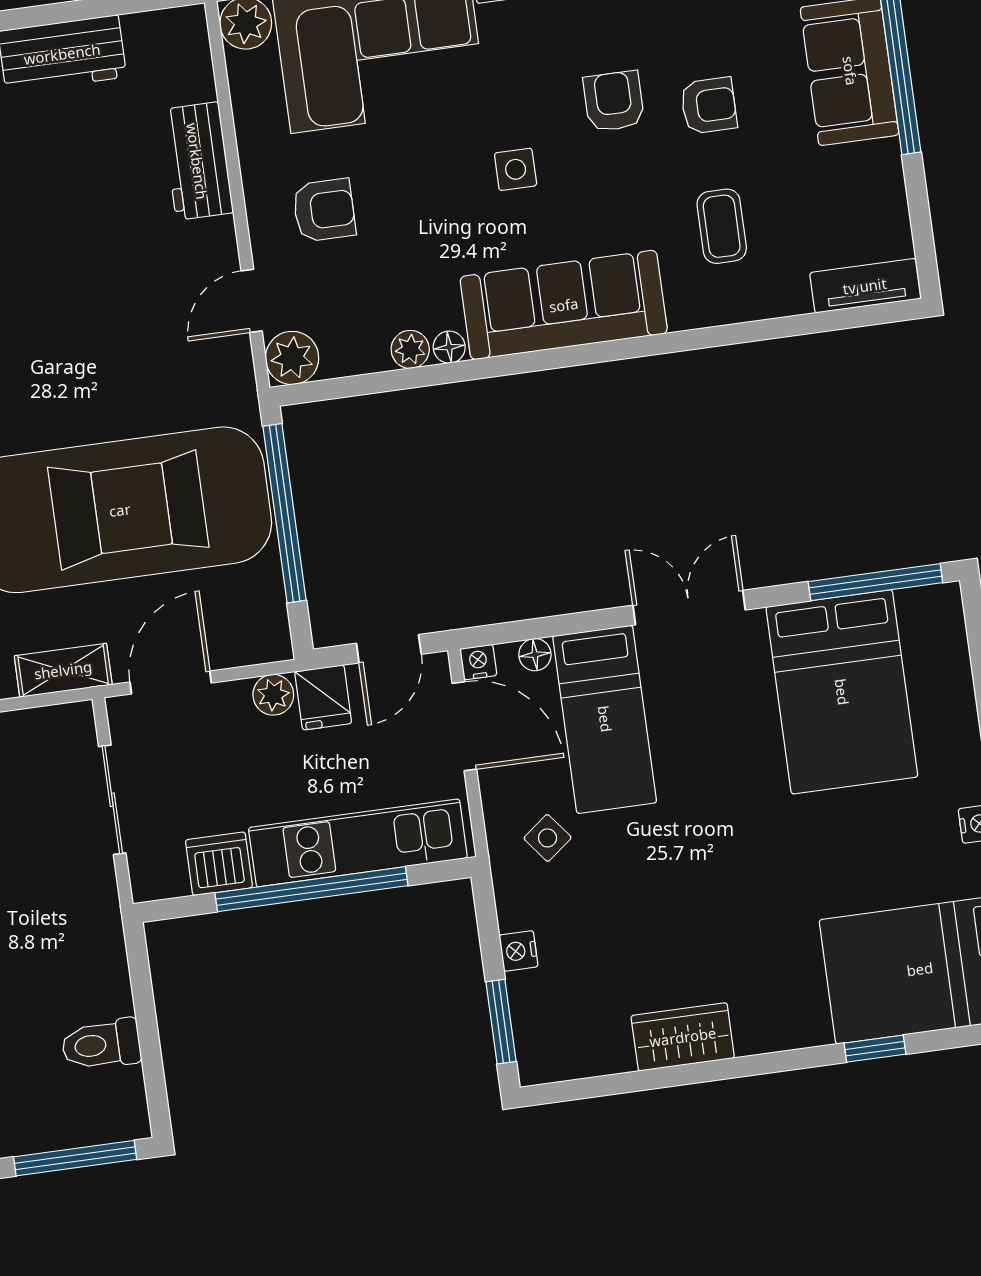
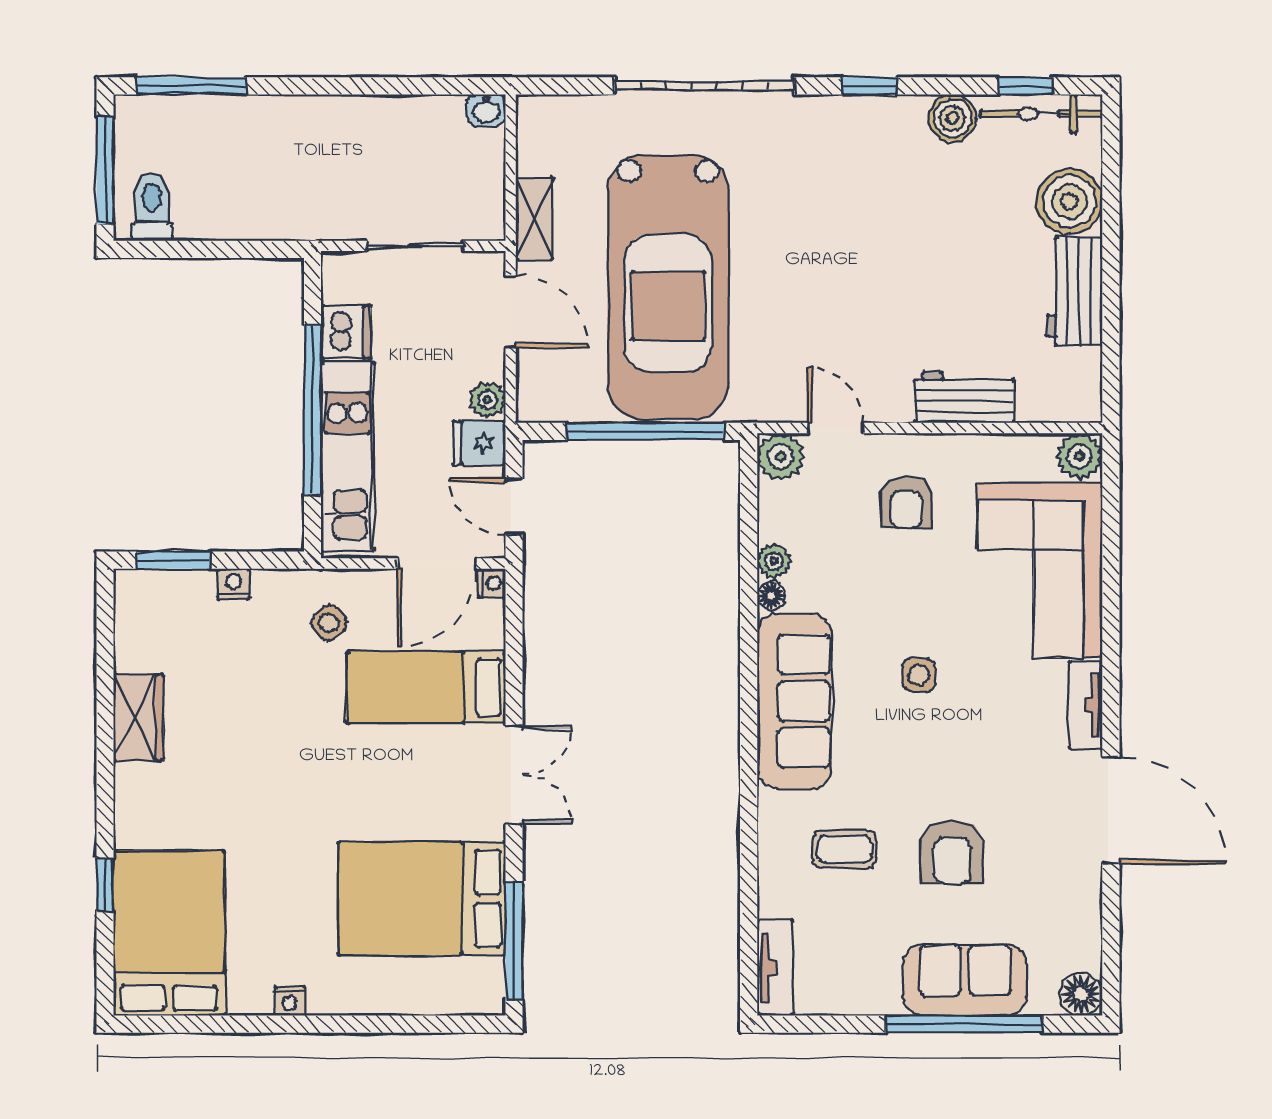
armchair: (614, 101) -> (967, 769), removed
armchair: (709, 106) -> (952, 852), width x1.38, depth x1.38
floor lamp: (535, 655) -> (491, 634), removed
toilet: (101, 1044) -> (152, 207), moved

